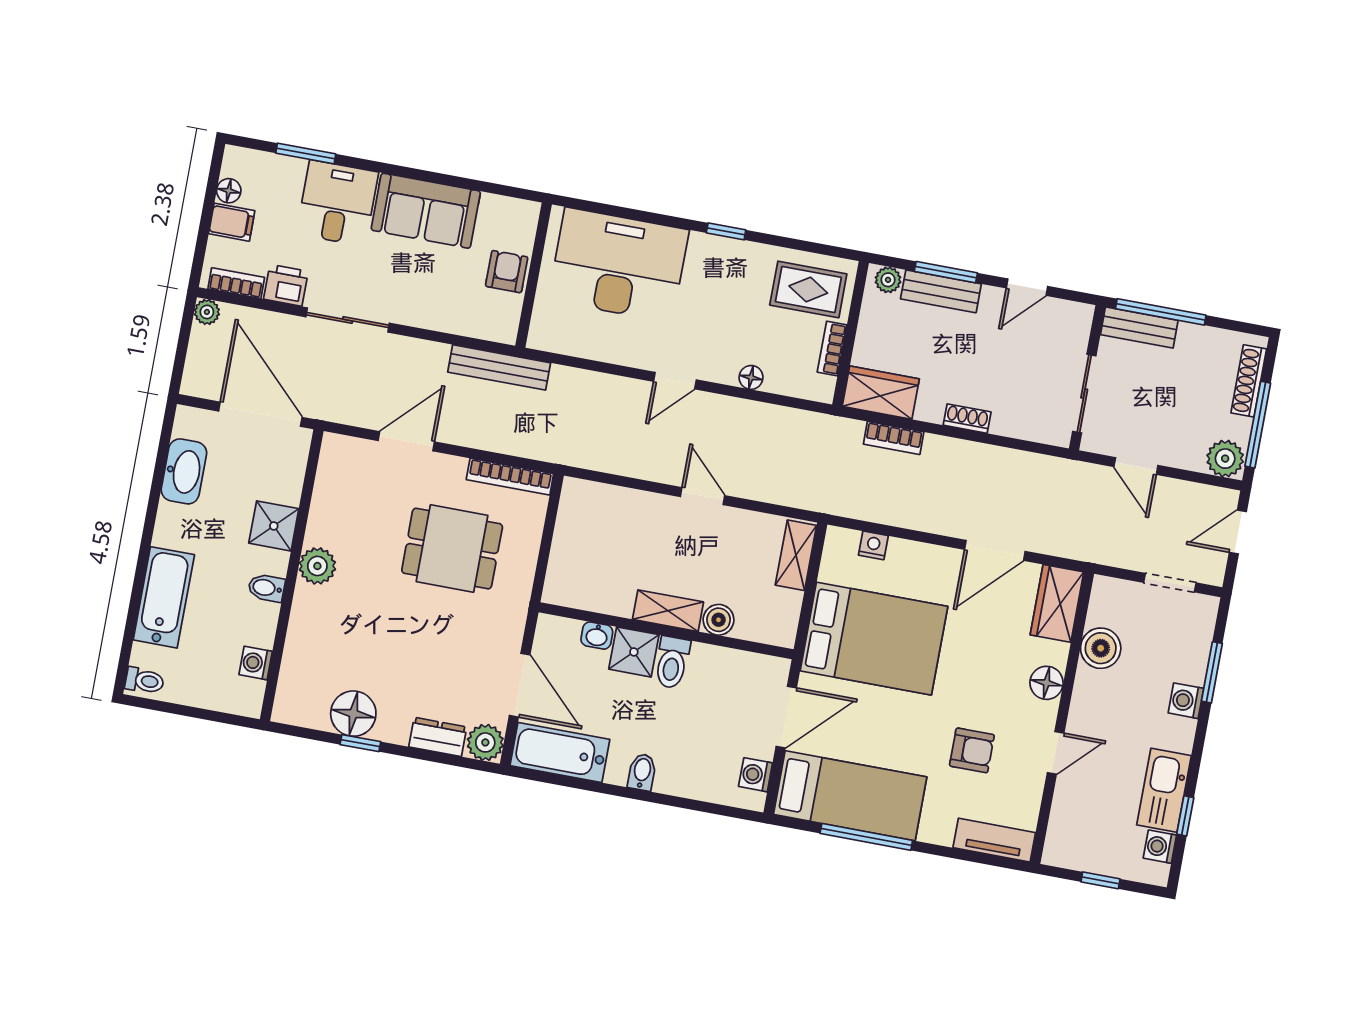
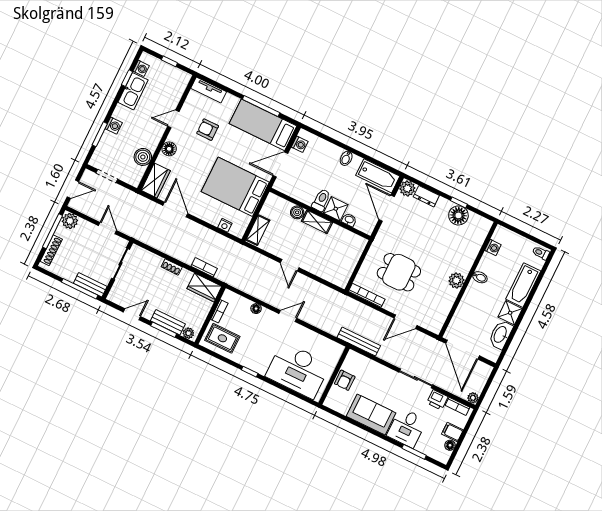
shower: (274, 526) -> (510, 313), moved
door: (995, 550) -> (175, 209), hinge flipped

